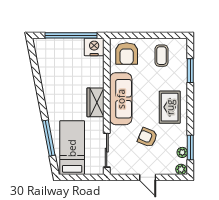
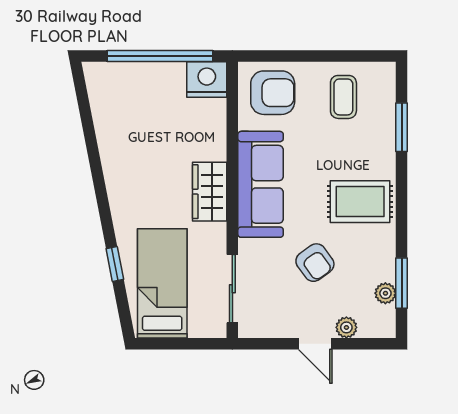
armchair: (127, 54) -> (273, 93), turned -90
rug: (170, 107) -> (360, 202), turned 90
armchair: (147, 137) -> (315, 263), turned -149
window: (49, 138) -> (115, 264), width x0.46
plant: (181, 169) -> (346, 327), moved

